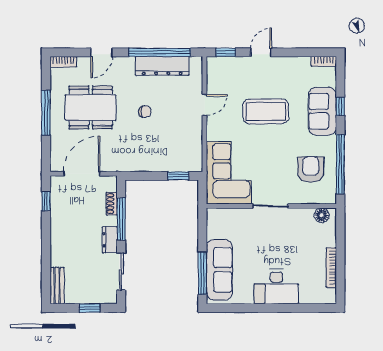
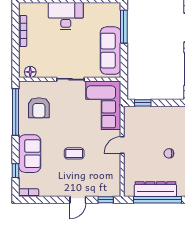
door: (204, 105) -> (122, 145), moved
window: (340, 106) -> (16, 171), moved
coffee table: (266, 111) -> (74, 153), width x0.54, depth x0.58
sofa: (219, 270) -> (111, 51), moved

